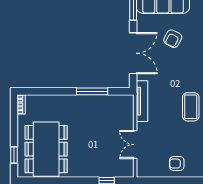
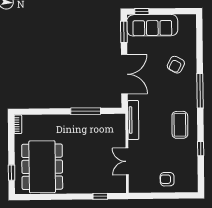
armchair: (173, 39) -> (176, 65), moved

